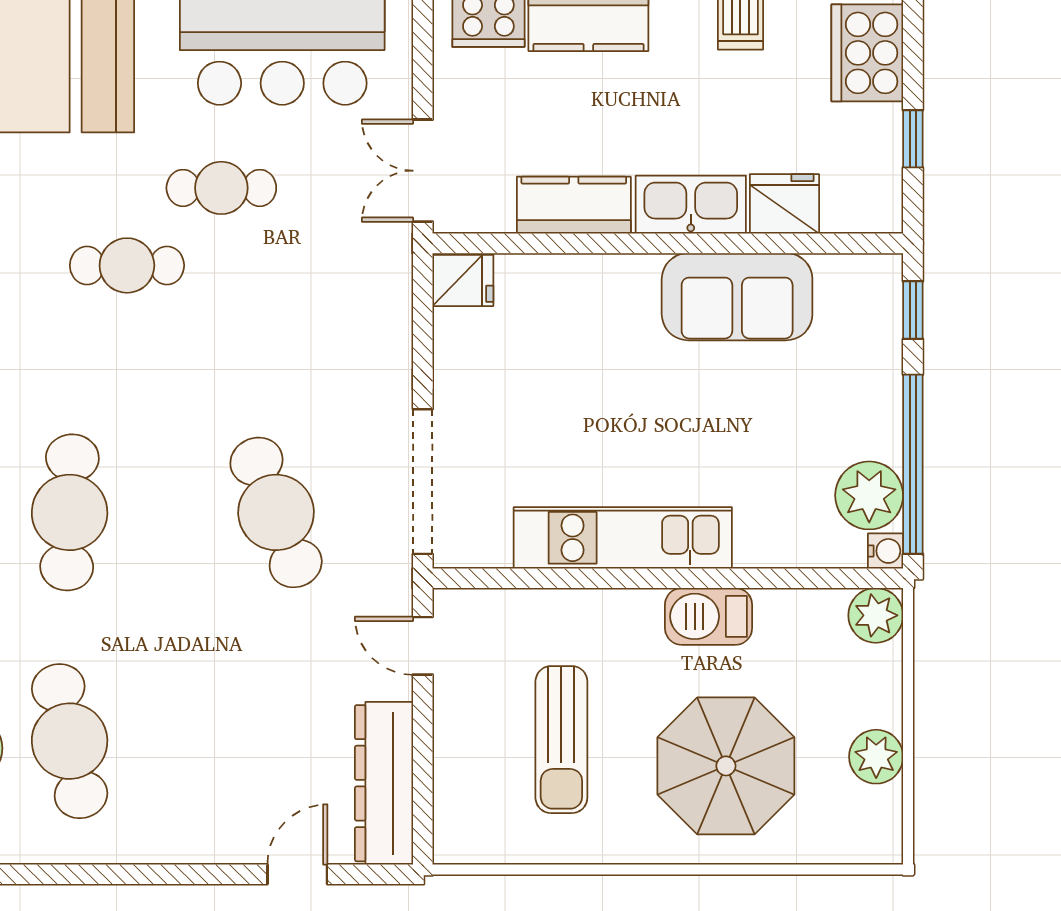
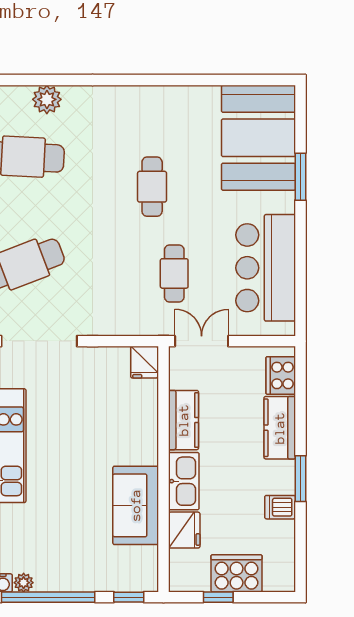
cooker: (867, 53) -> (237, 573), moved
cafe table: (221, 188) -> (174, 273), moved
plant: (869, 495) -> (24, 583), width x0.53, depth x0.53

